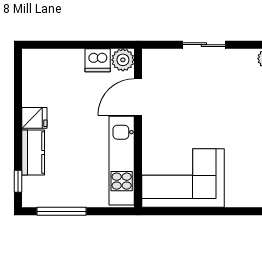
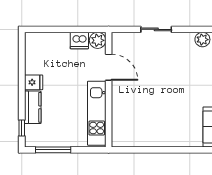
door: (138, 97) -> (109, 67), swing flipped
corner sofa: (183, 178) -> (141, 126), removed

